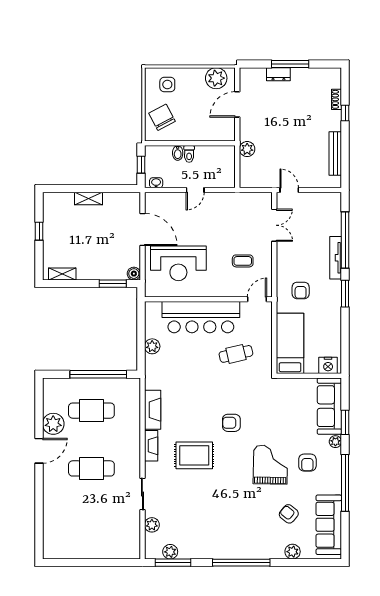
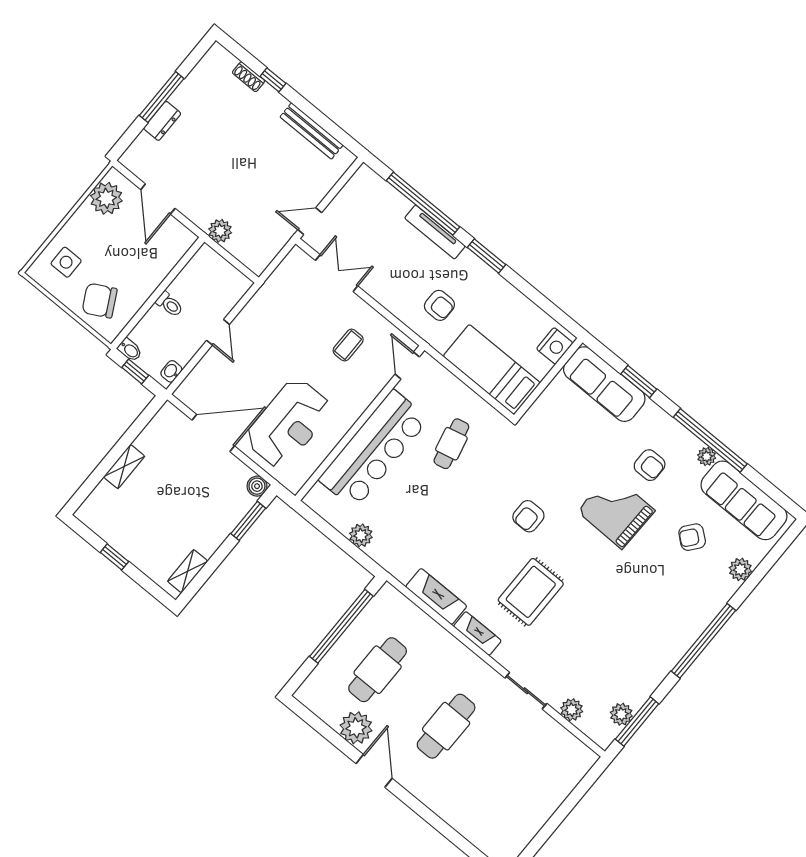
bidet: (178, 153) -> (130, 350), moved
plant: (335, 442) -> (707, 456), moved

